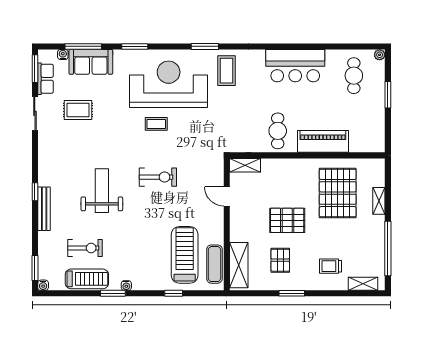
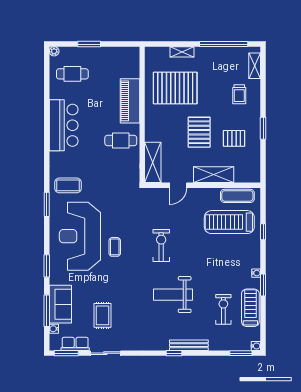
shelving: (245, 165) -> (153, 162), width x1.50, depth x1.33
shelving: (239, 265) -> (214, 175), moved

